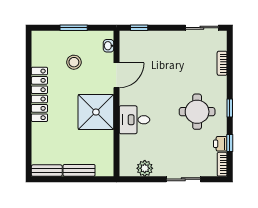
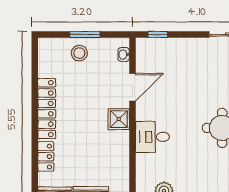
stool: (74, 62) -> (79, 53), moved
shower: (96, 112) -> (119, 119), width x0.54, depth x0.54
locker: (39, 138) -> (46, 157), added

